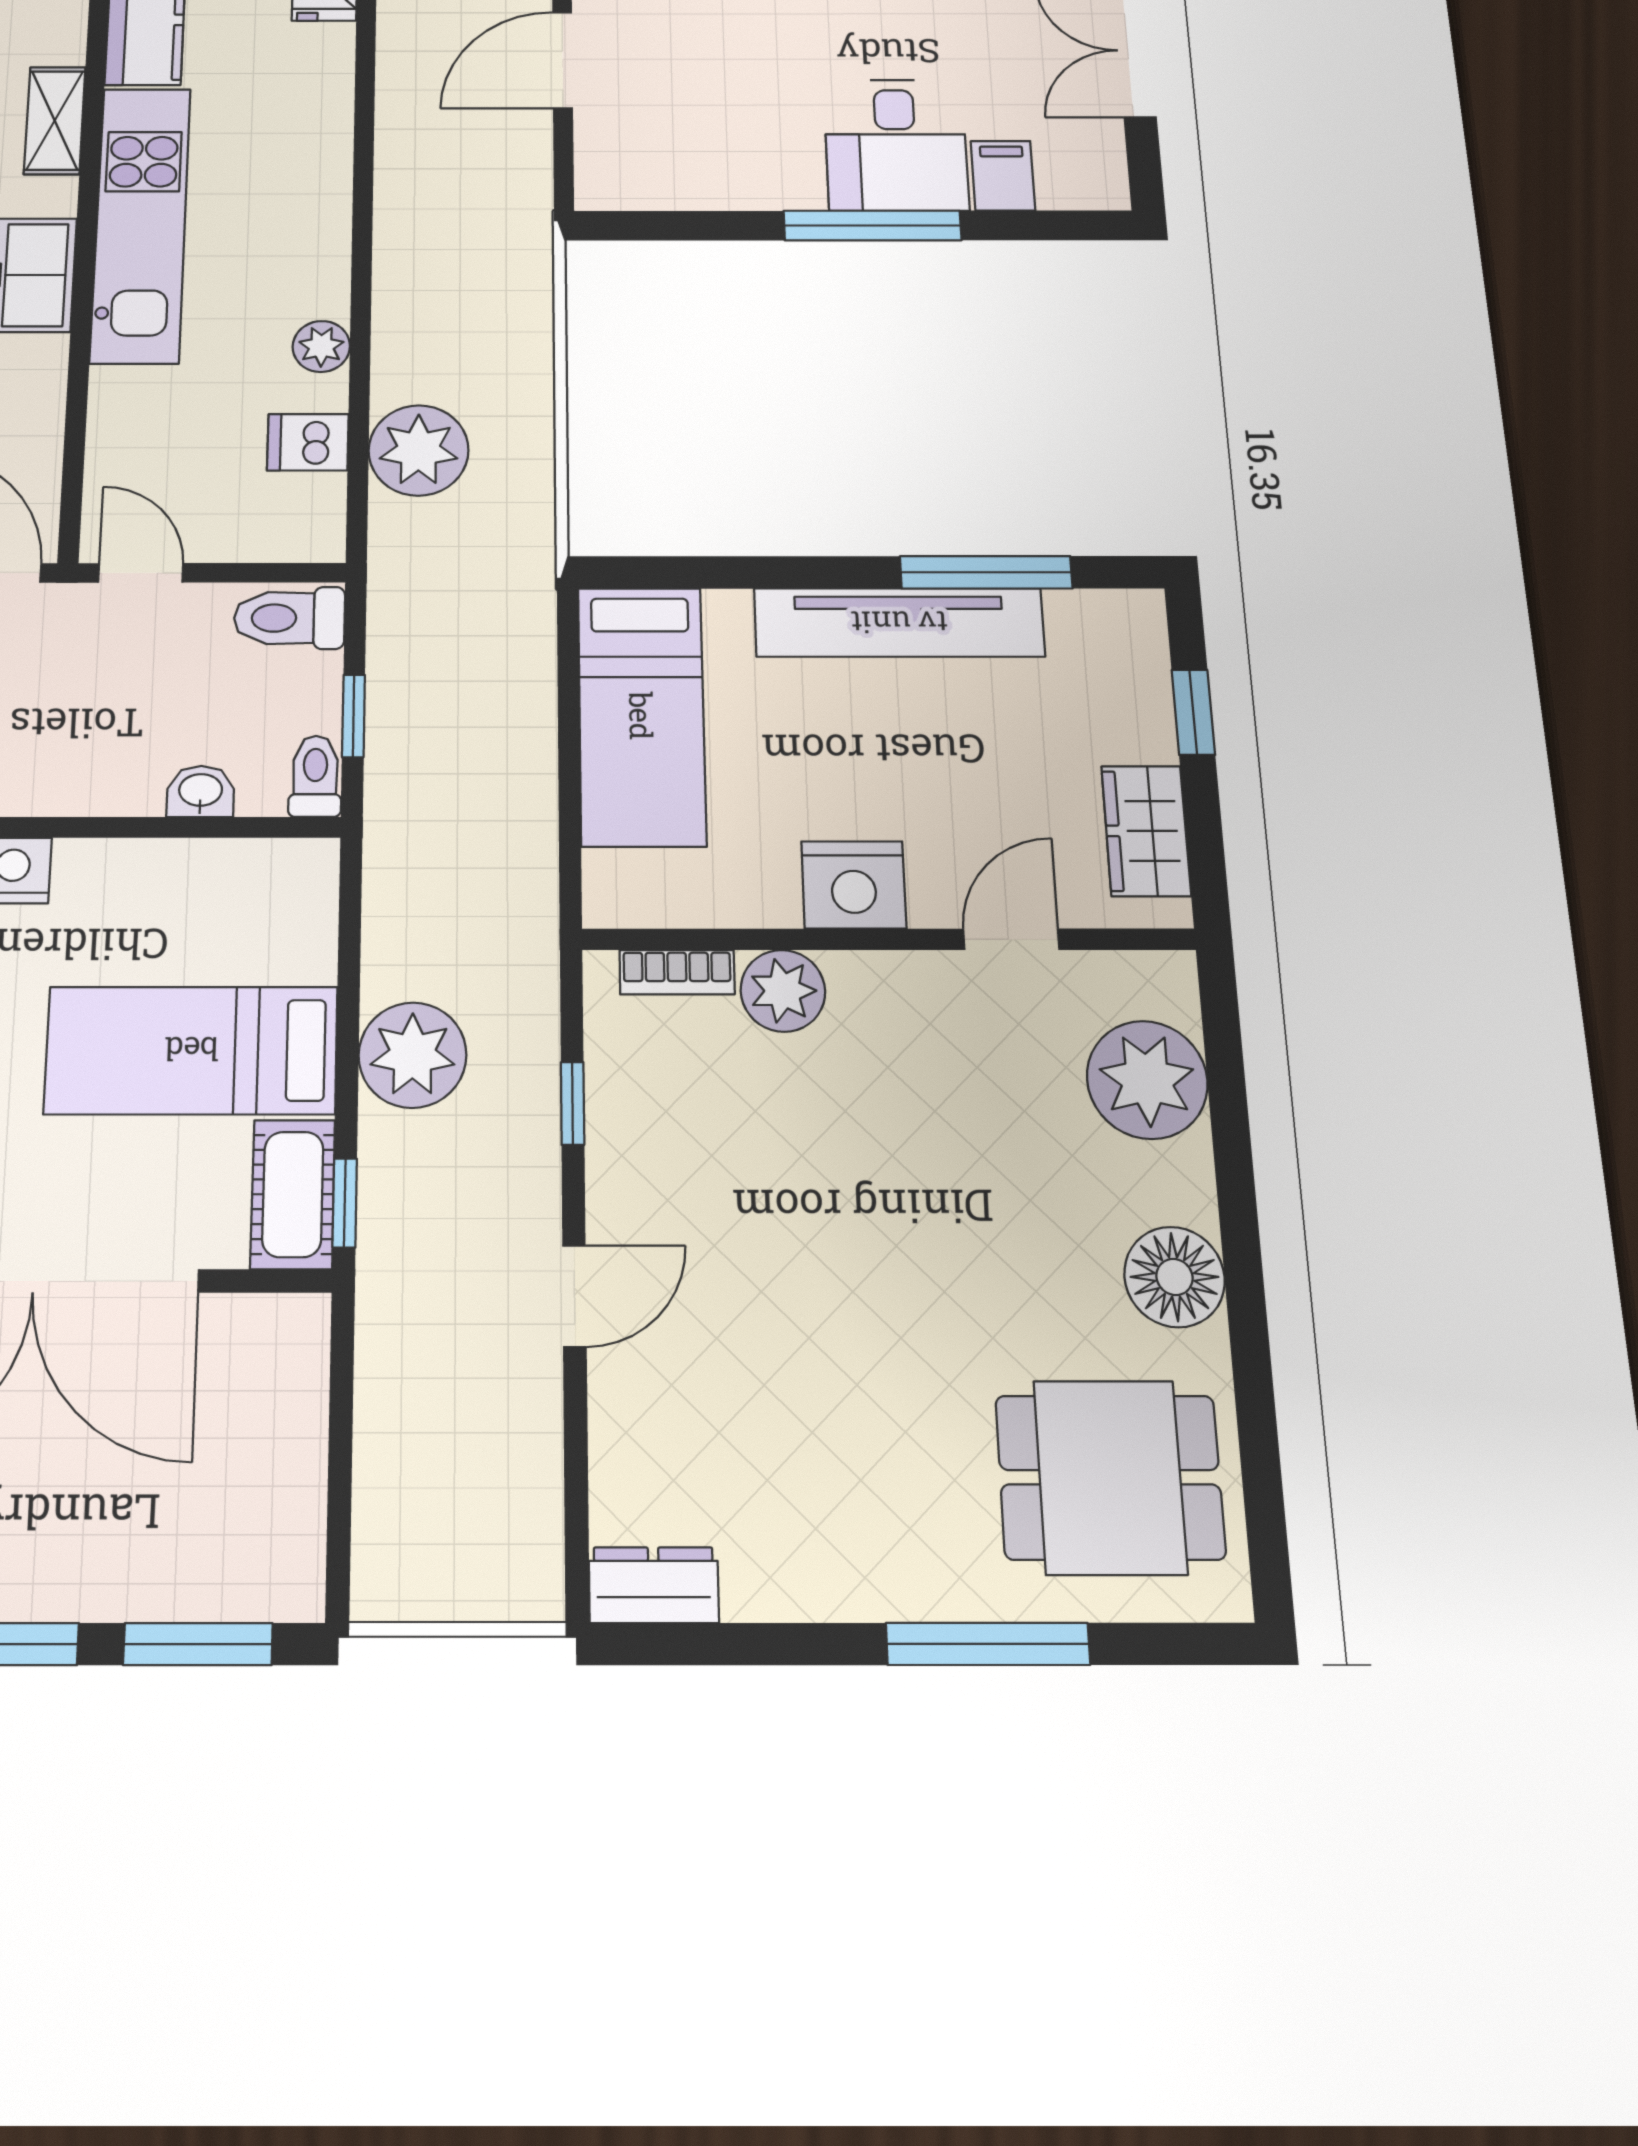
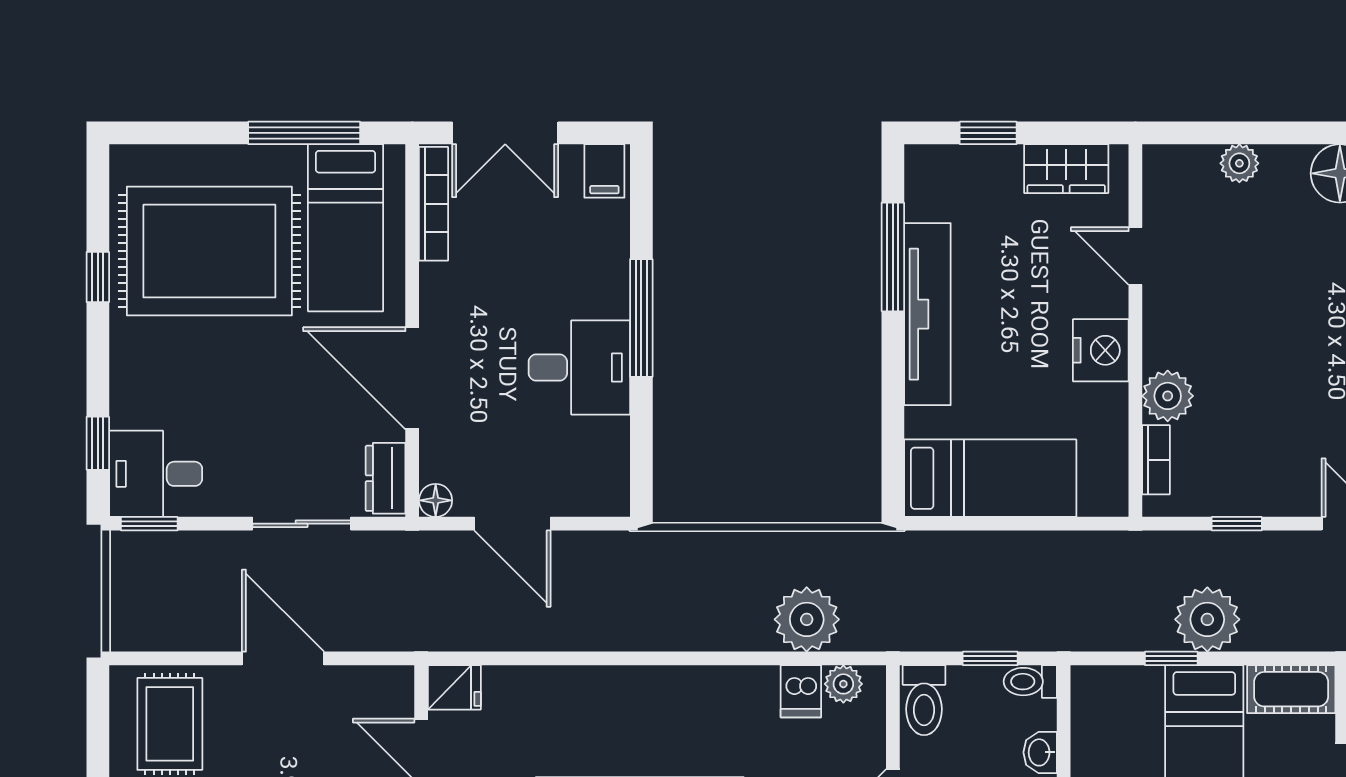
desk: (896, 145) -> (579, 368), moved
filing cabinet: (1003, 176) -> (604, 171), moved, turned -90
plant: (321, 346) -> (843, 684), moved
plant: (1147, 1080) -> (1239, 163), width x0.53, depth x0.53
window: (345, 1203) -> (1171, 658), moved

